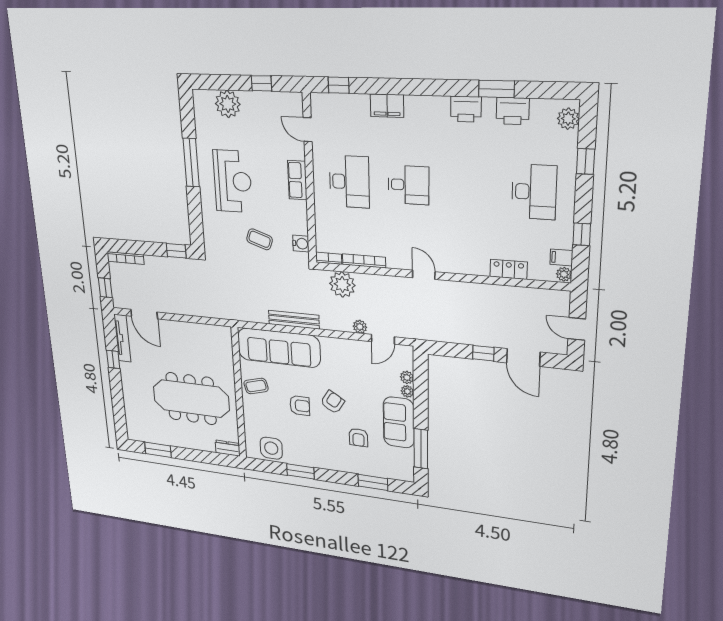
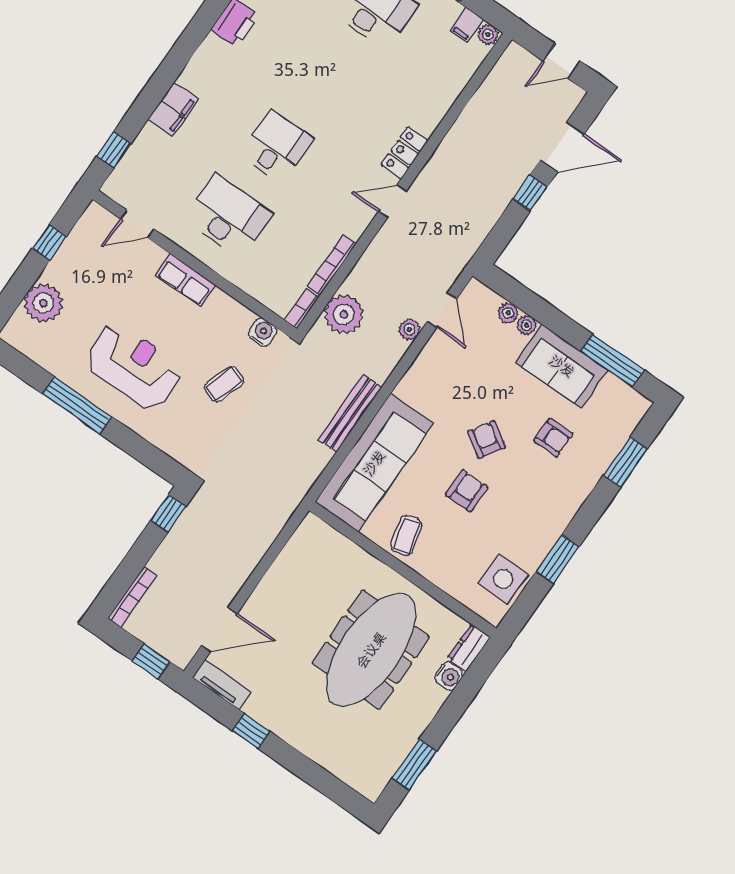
locker: (509, 269) -> (405, 153), moved
tv unit: (122, 338) -> (222, 685), width x0.71
water cooler: (208, 445) -> (449, 676), added

